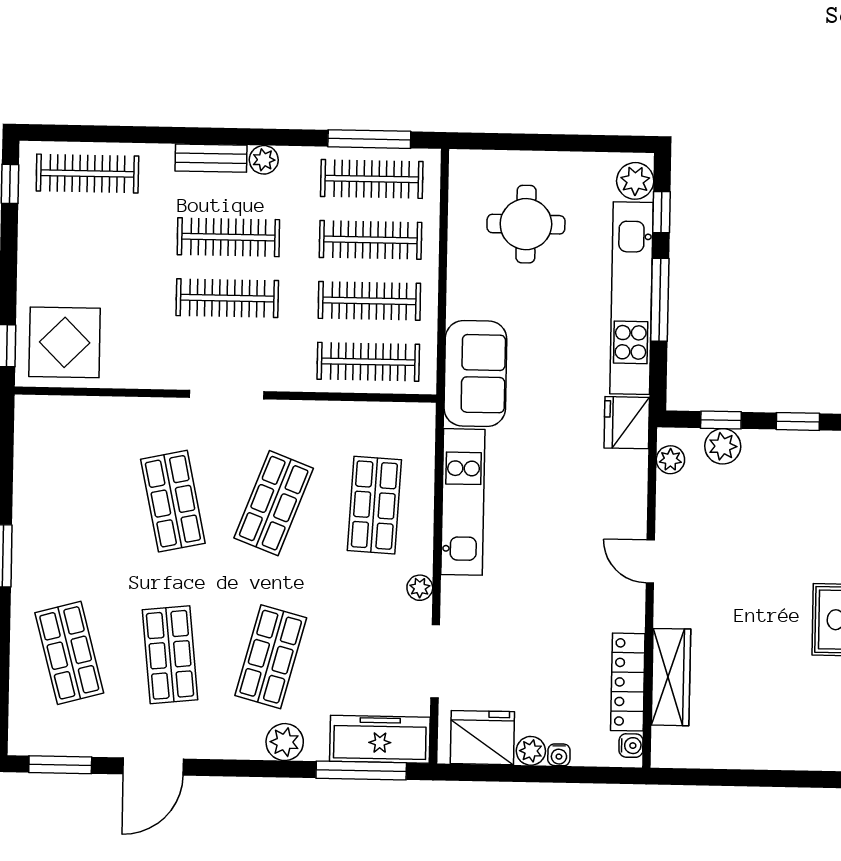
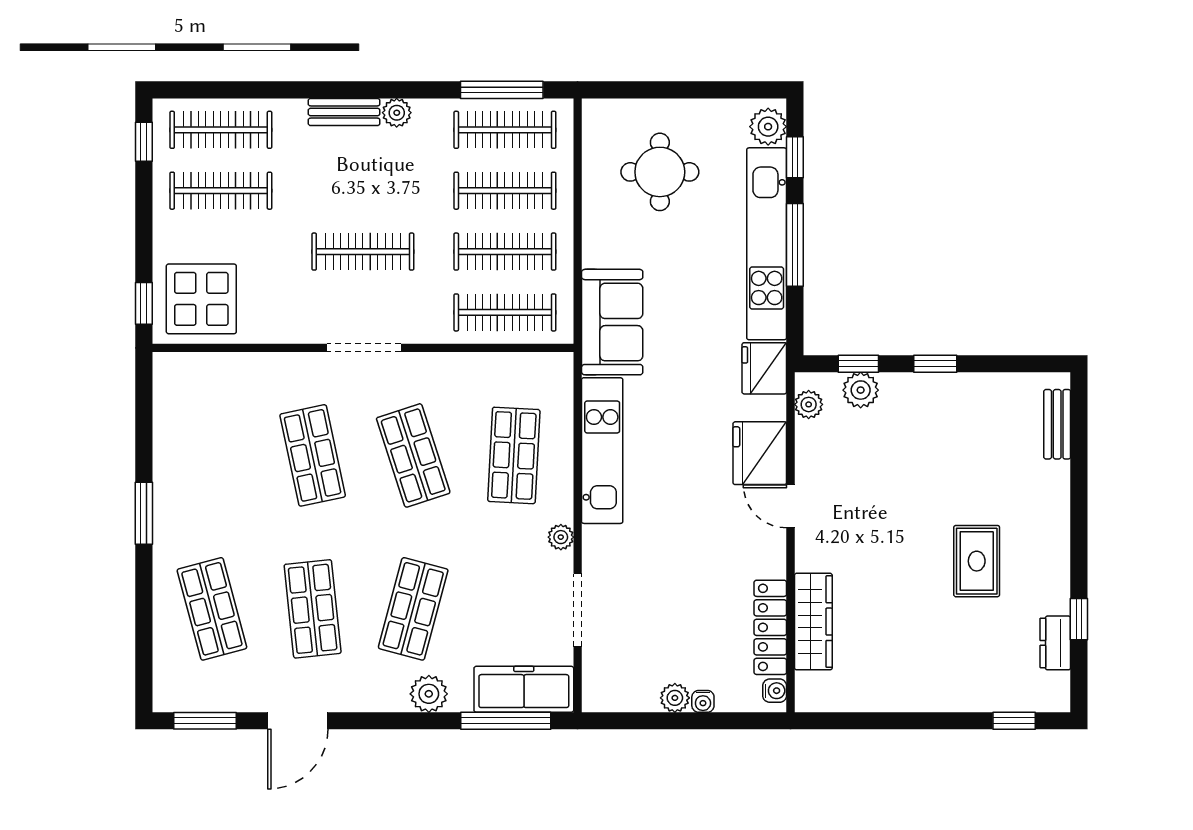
clothes rail: (228, 237) -> (221, 191), moved
shop shelf: (274, 503) -> (413, 455), turned -39
fridge: (482, 738) -> (760, 453), moved, turned -90

